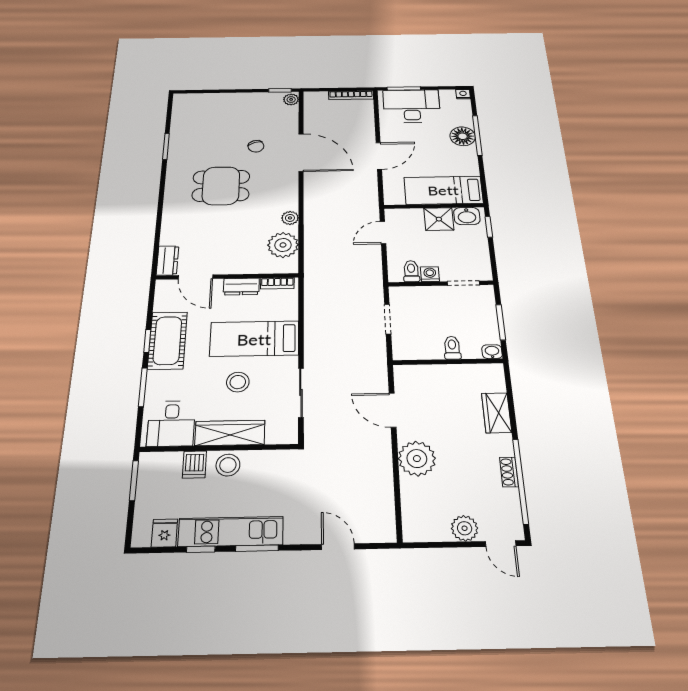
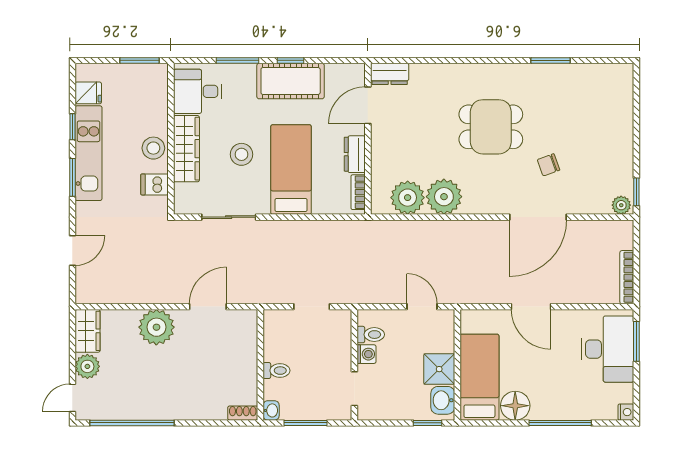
floor lamp: (463, 136) -> (515, 406), moved
dining table: (221, 186) -> (491, 127), turned 90
plant: (290, 218) -> (444, 197), width x1.87, depth x1.87
wardrobe: (497, 413) -> (88, 331), moved, turned 90
dishwasher: (194, 464) -> (155, 184), moved
shoe rack: (509, 472) -> (243, 413), moved

